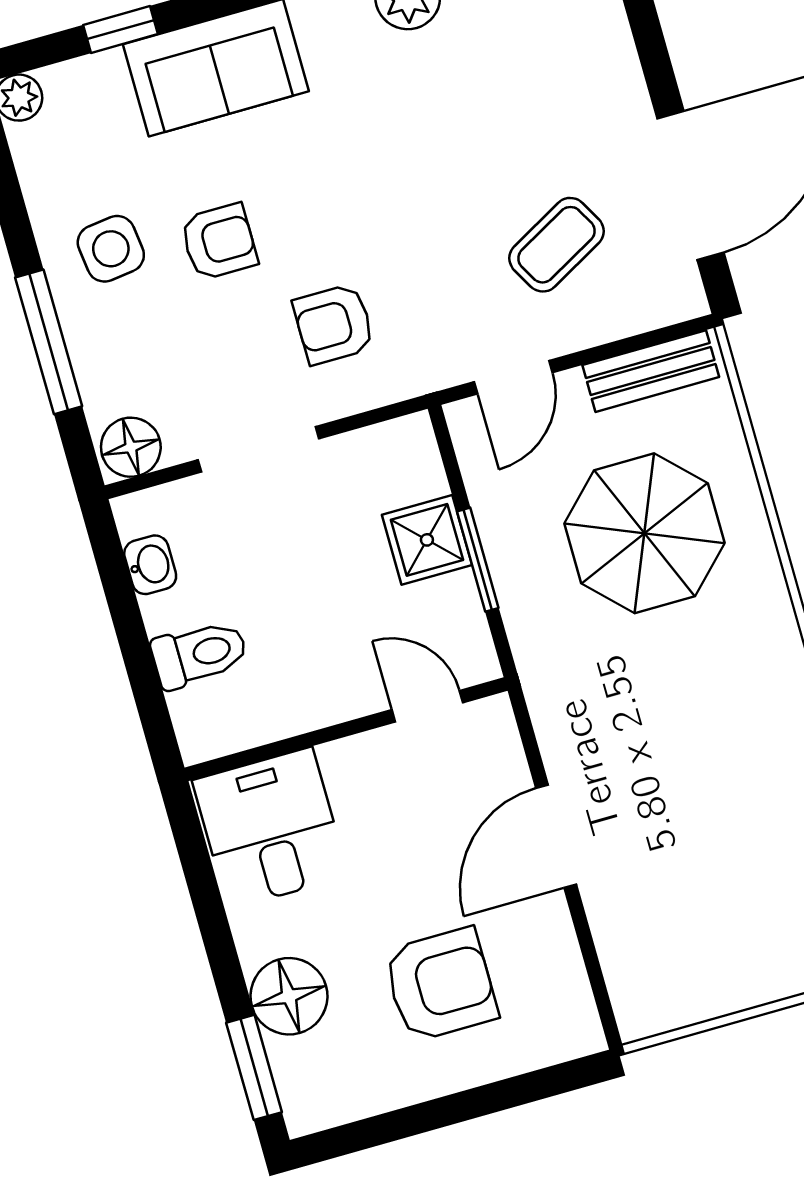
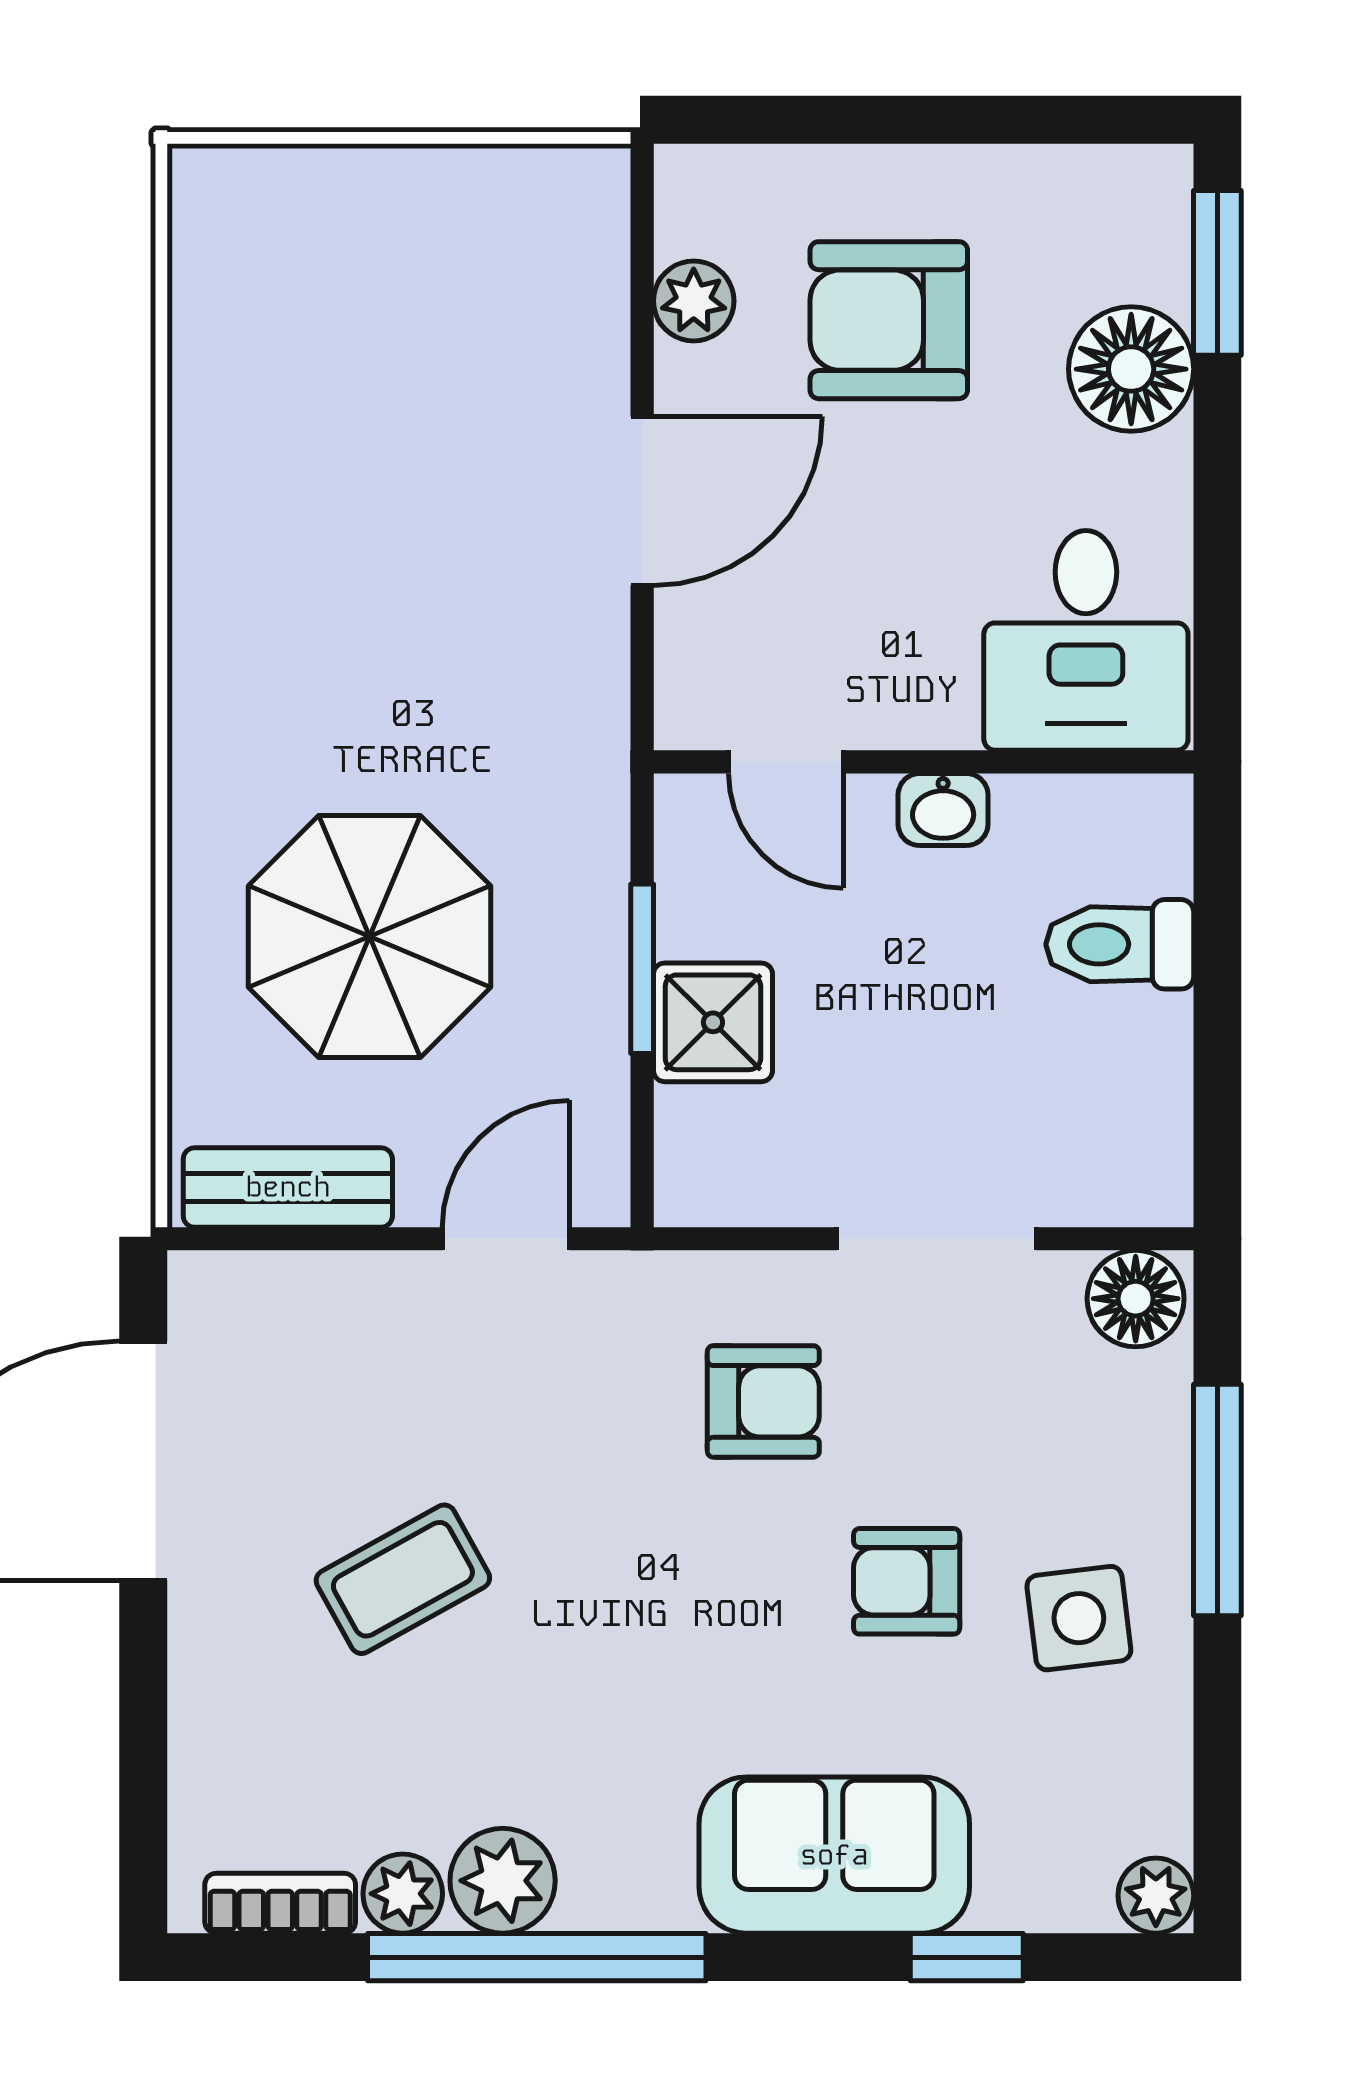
coffee table: (556, 245) -> (403, 1579), moved
washbasin: (150, 565) -> (943, 809), moved, turned -90
plant: (559, 963) -> (694, 301), added

